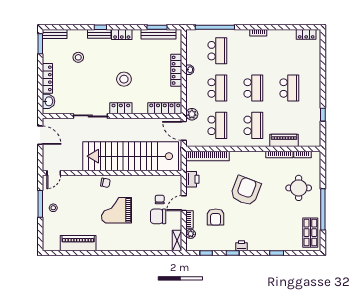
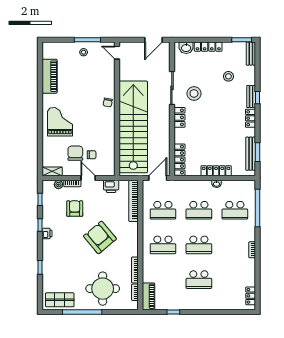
stool: (124, 79) -> (194, 93), moved
plant: (192, 114) -> (174, 186), removed
piano: (284, 140) -> (148, 296), moved
round table: (299, 188) -> (103, 289), width x1.36, depth x1.36
armchair: (246, 191) -> (100, 237), turned -151
grand piano: (116, 210) -> (60, 122), moved
armchair: (216, 217) -> (75, 209), turned 90

